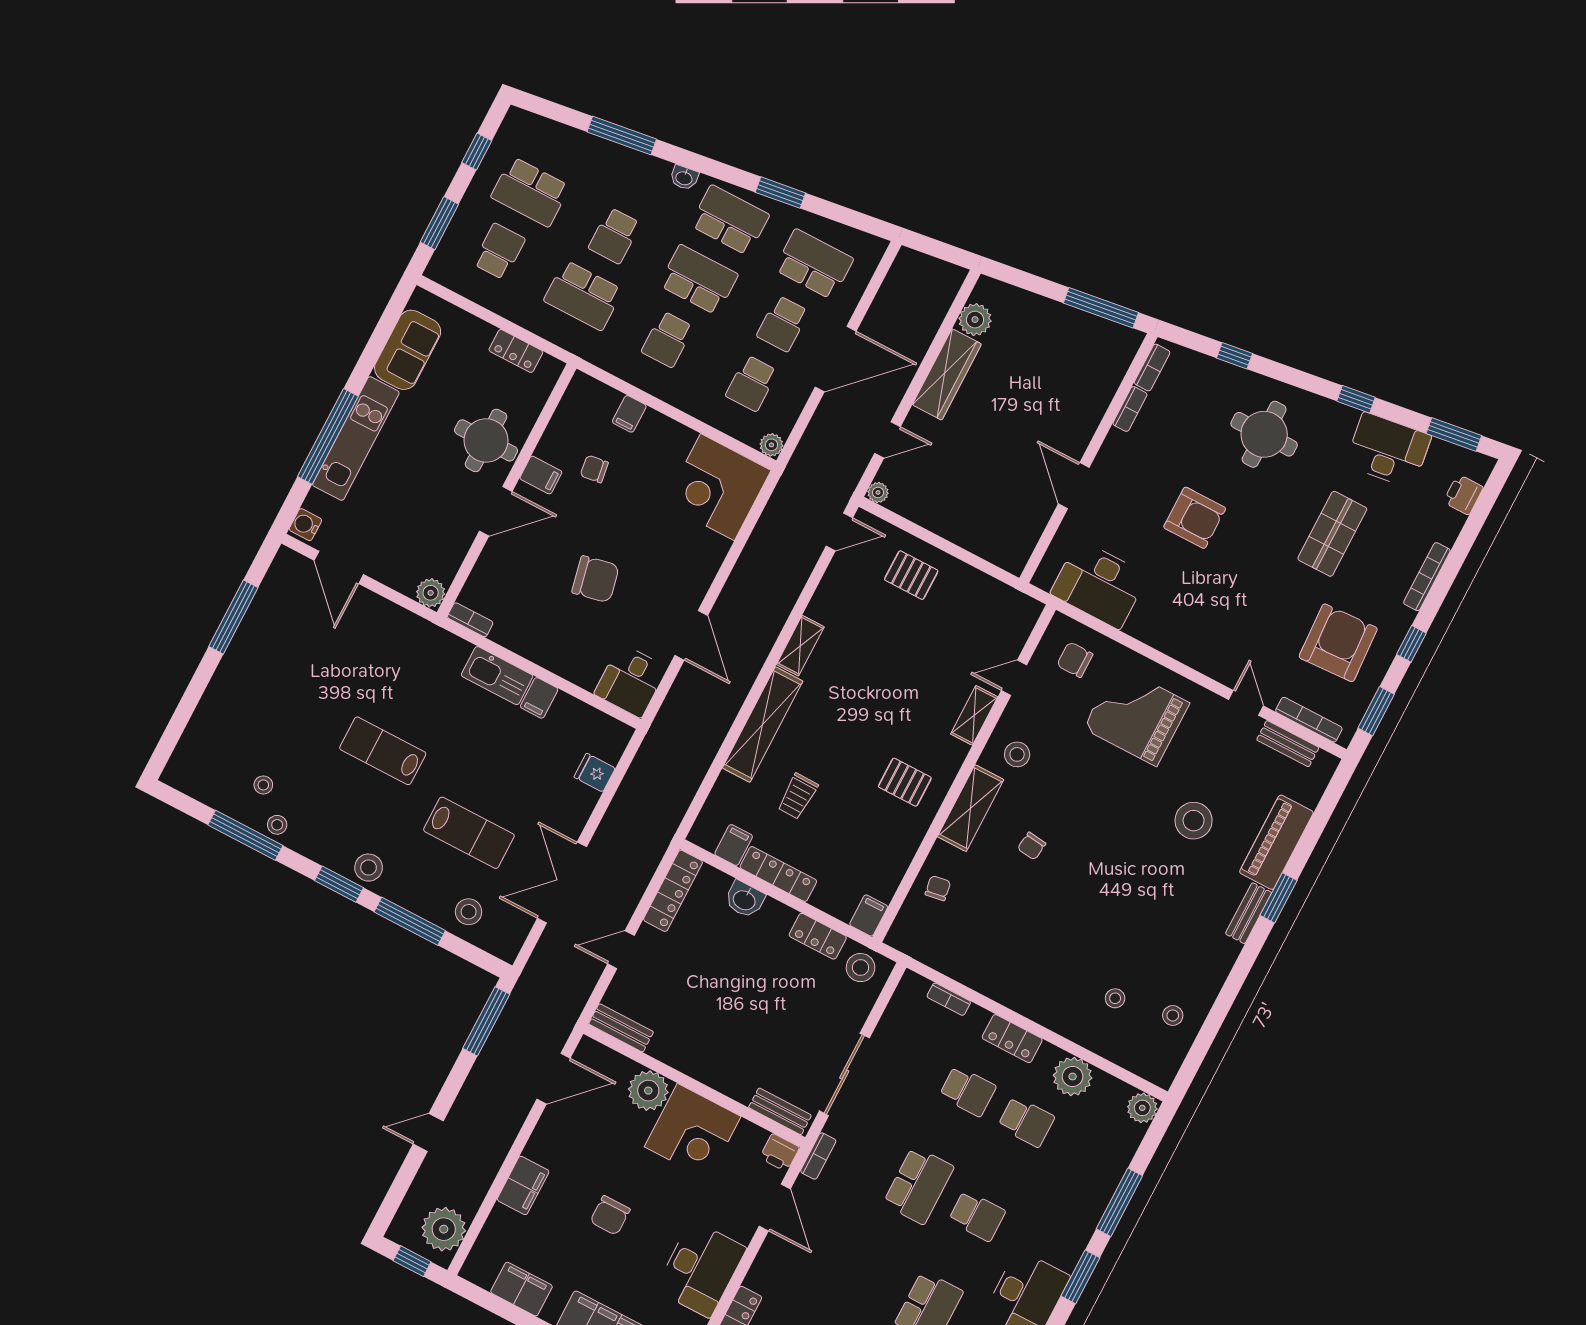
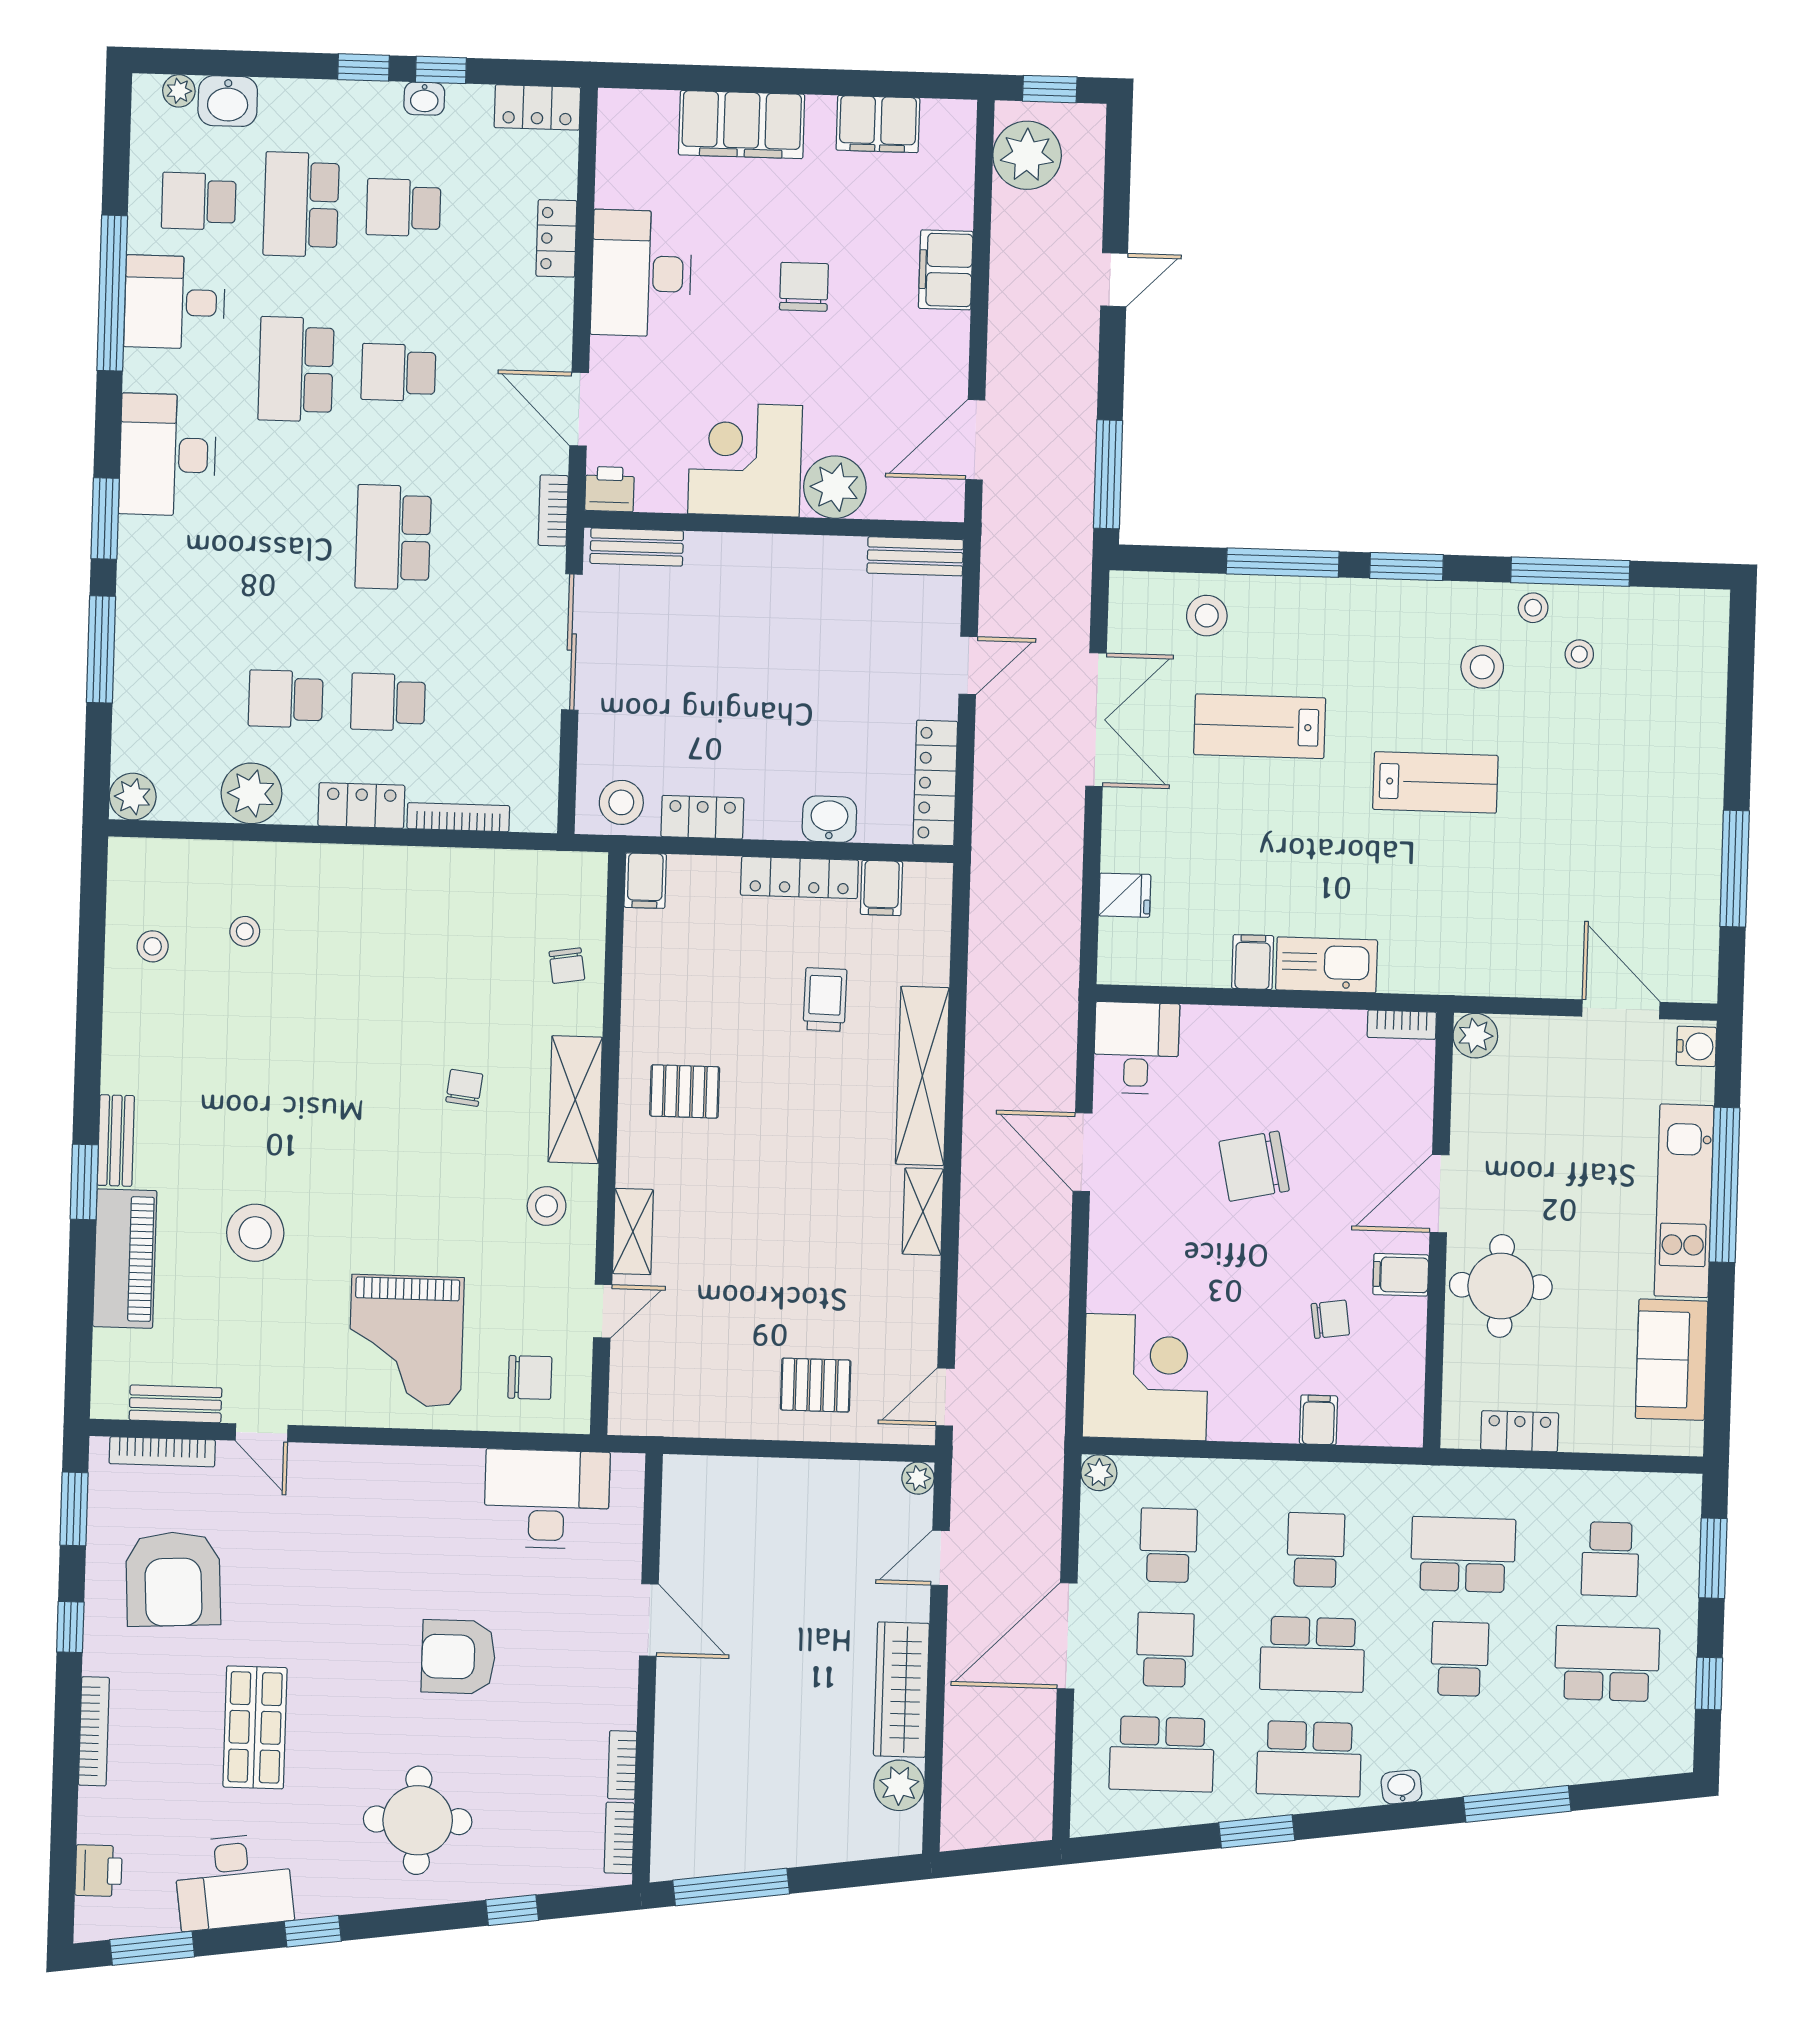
grand piano: (1136, 716) -> (406, 1341), turned 90
stool: (369, 868) -> (1482, 667), moved
bookcase: (949, 999) -> (458, 817), width x1.56
school desk: (977, 1216) -> (398, 372), moved

